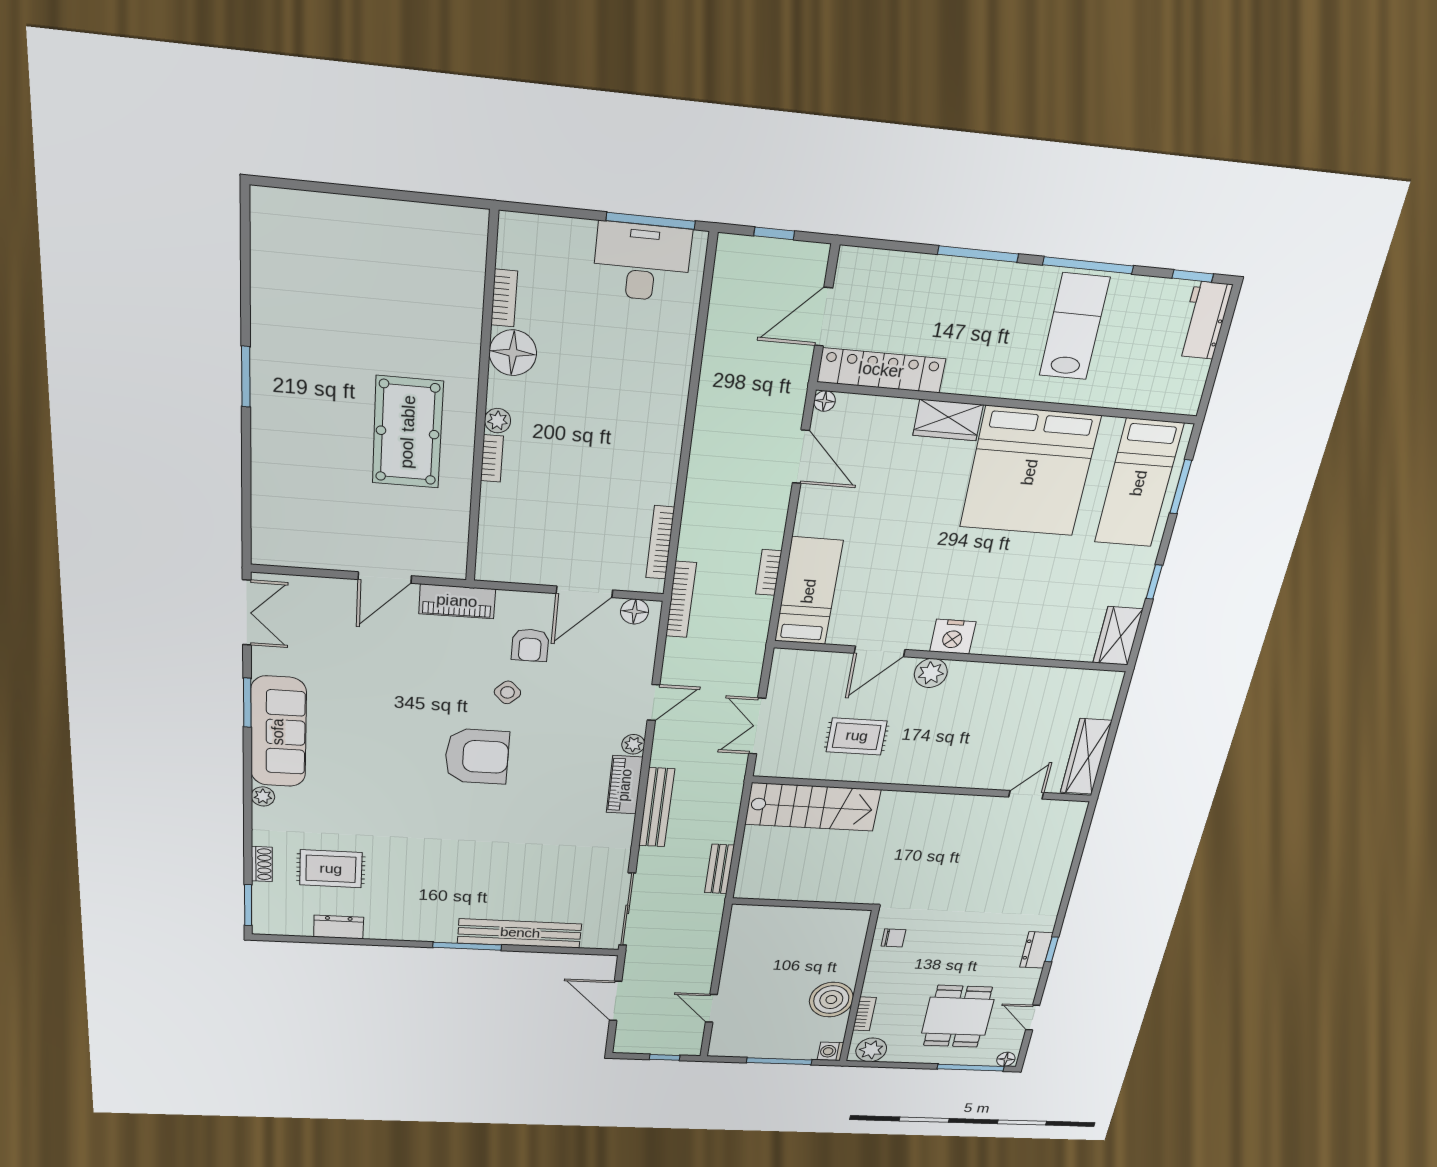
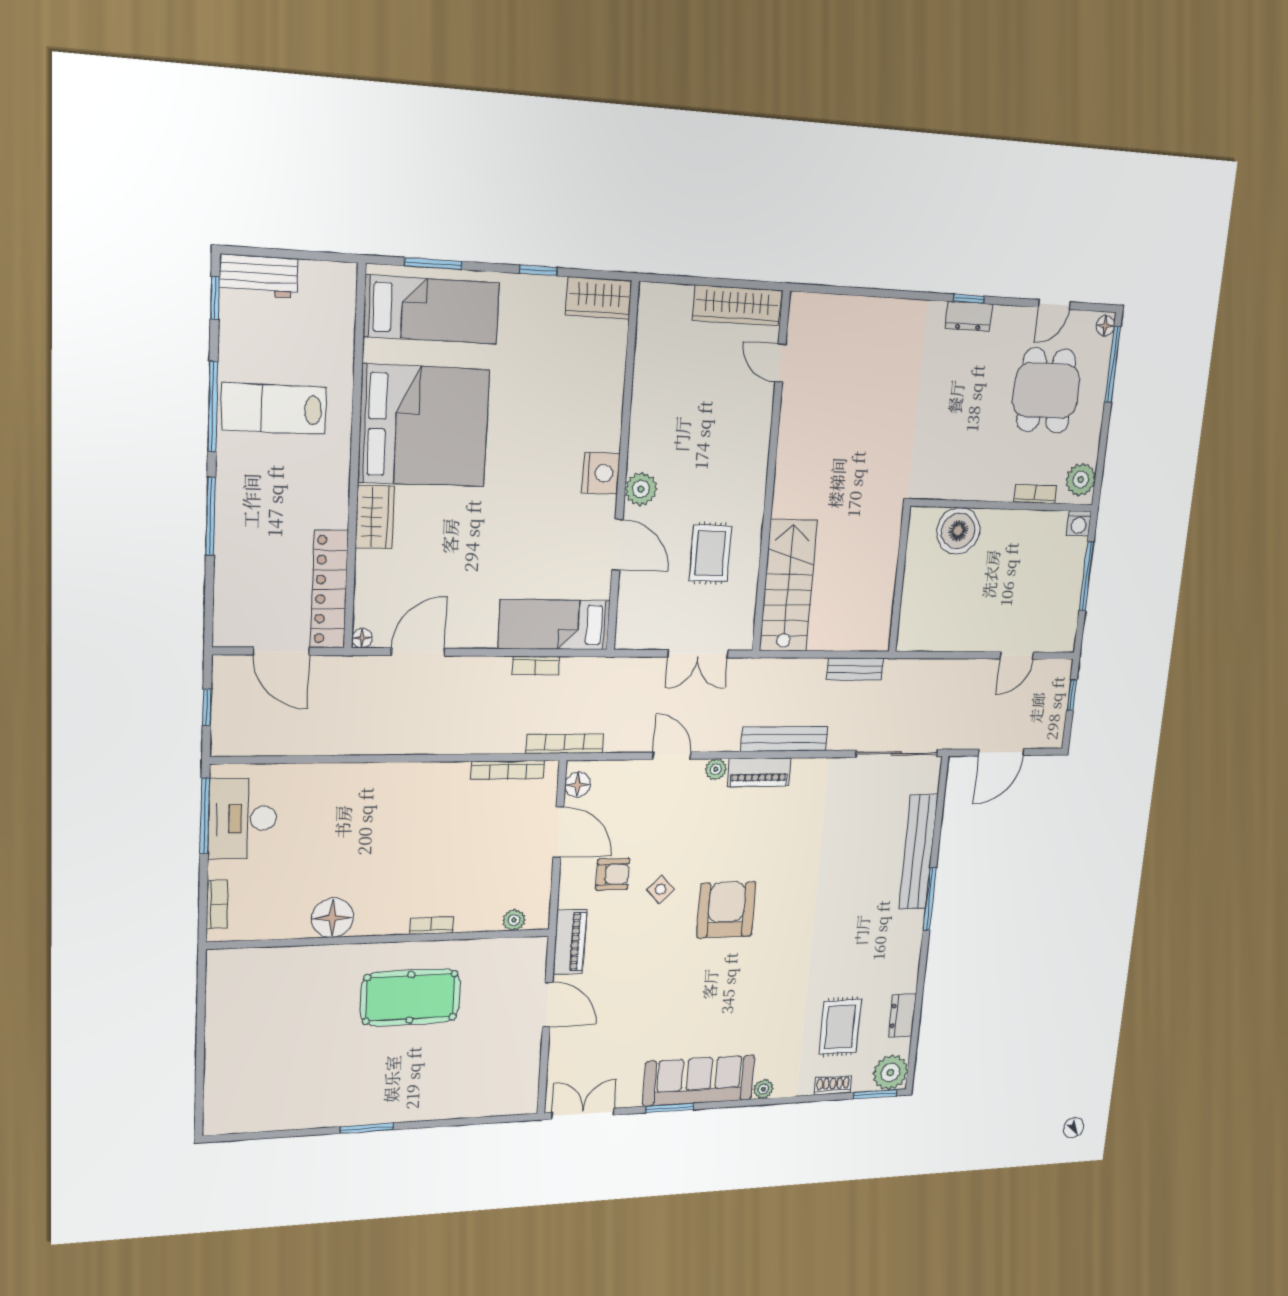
bookcase: (504, 298) -> (217, 904), moved, turned 90
plant: (498, 421) -> (514, 920), moved
plant: (273, 919) -> (890, 1073), added
chair: (893, 938) -> (945, 478), removed
boiler: (831, 1000) -> (958, 531), moved
dining table: (958, 1016) -> (1046, 391), turned 90

